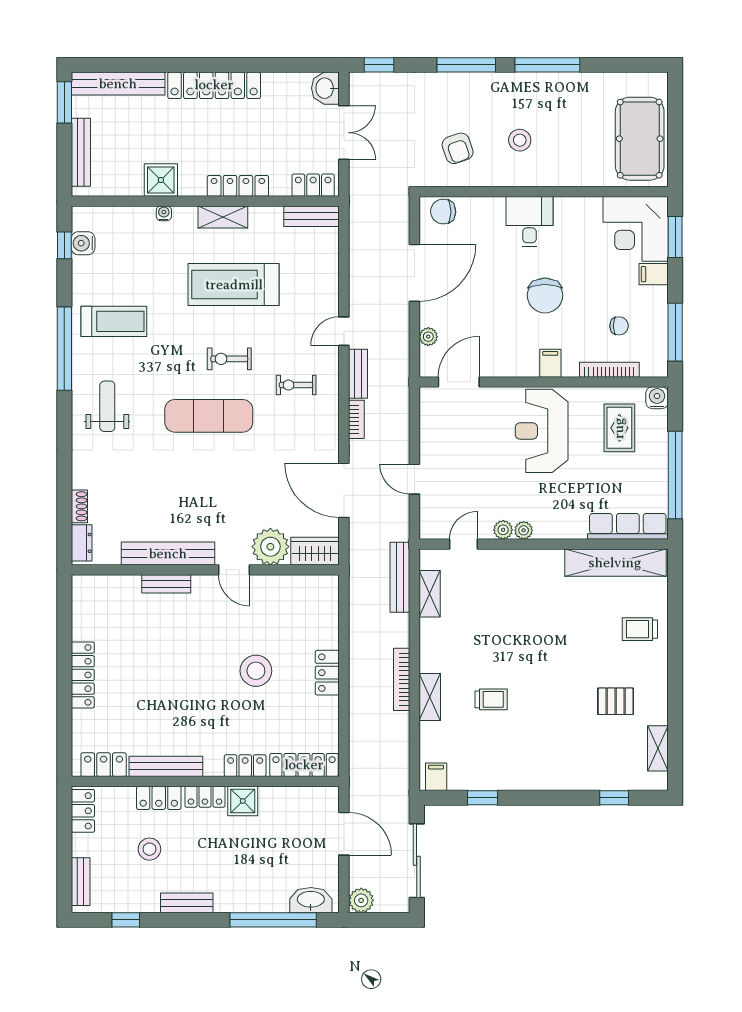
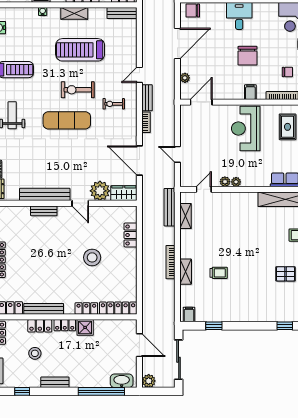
exercise bike: (229, 359) -> (78, 90), width x1.38, depth x1.39
locker: (327, 673) -> (130, 235), moved

